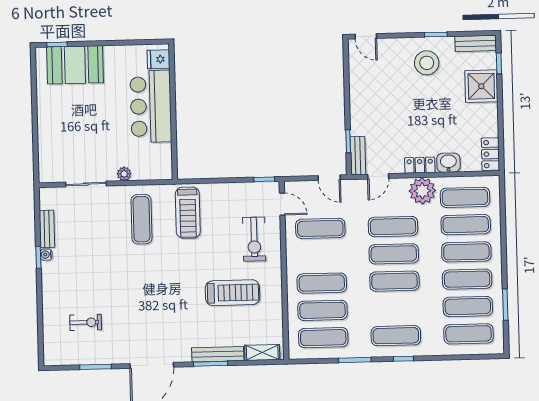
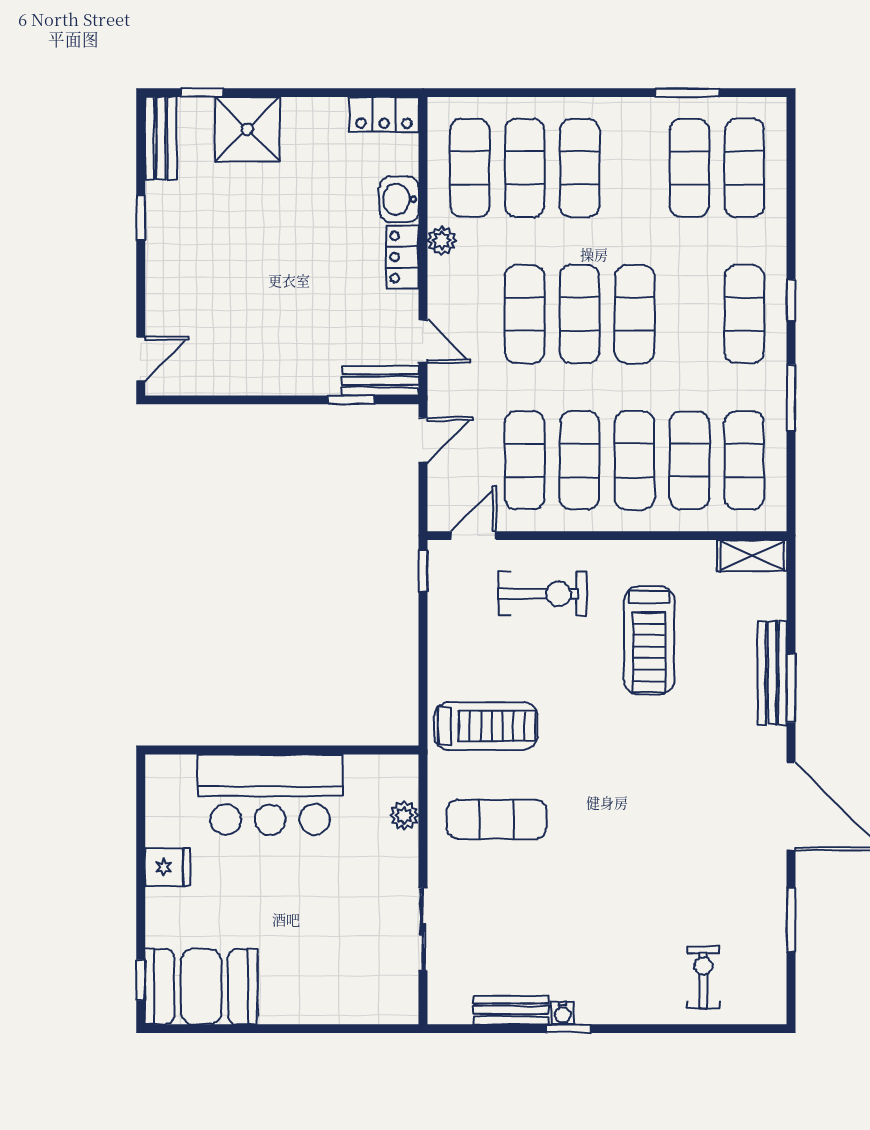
fridge: (159, 59) -> (167, 867), moved, turned -90
stool: (427, 63) -> (197, 238), removed
booth: (75, 65) -> (201, 987), moved, turned 90
plant: (124, 174) -> (404, 815), moved
plant: (422, 191) -> (442, 241), width x0.53, depth x0.53
exercise mat: (467, 279) -> (580, 460), moved
treadmill: (232, 293) -> (649, 640), turned 180
exercise bike: (86, 322) -> (703, 977), moved
shelving: (262, 353) -> (752, 556), moved, turned 90

